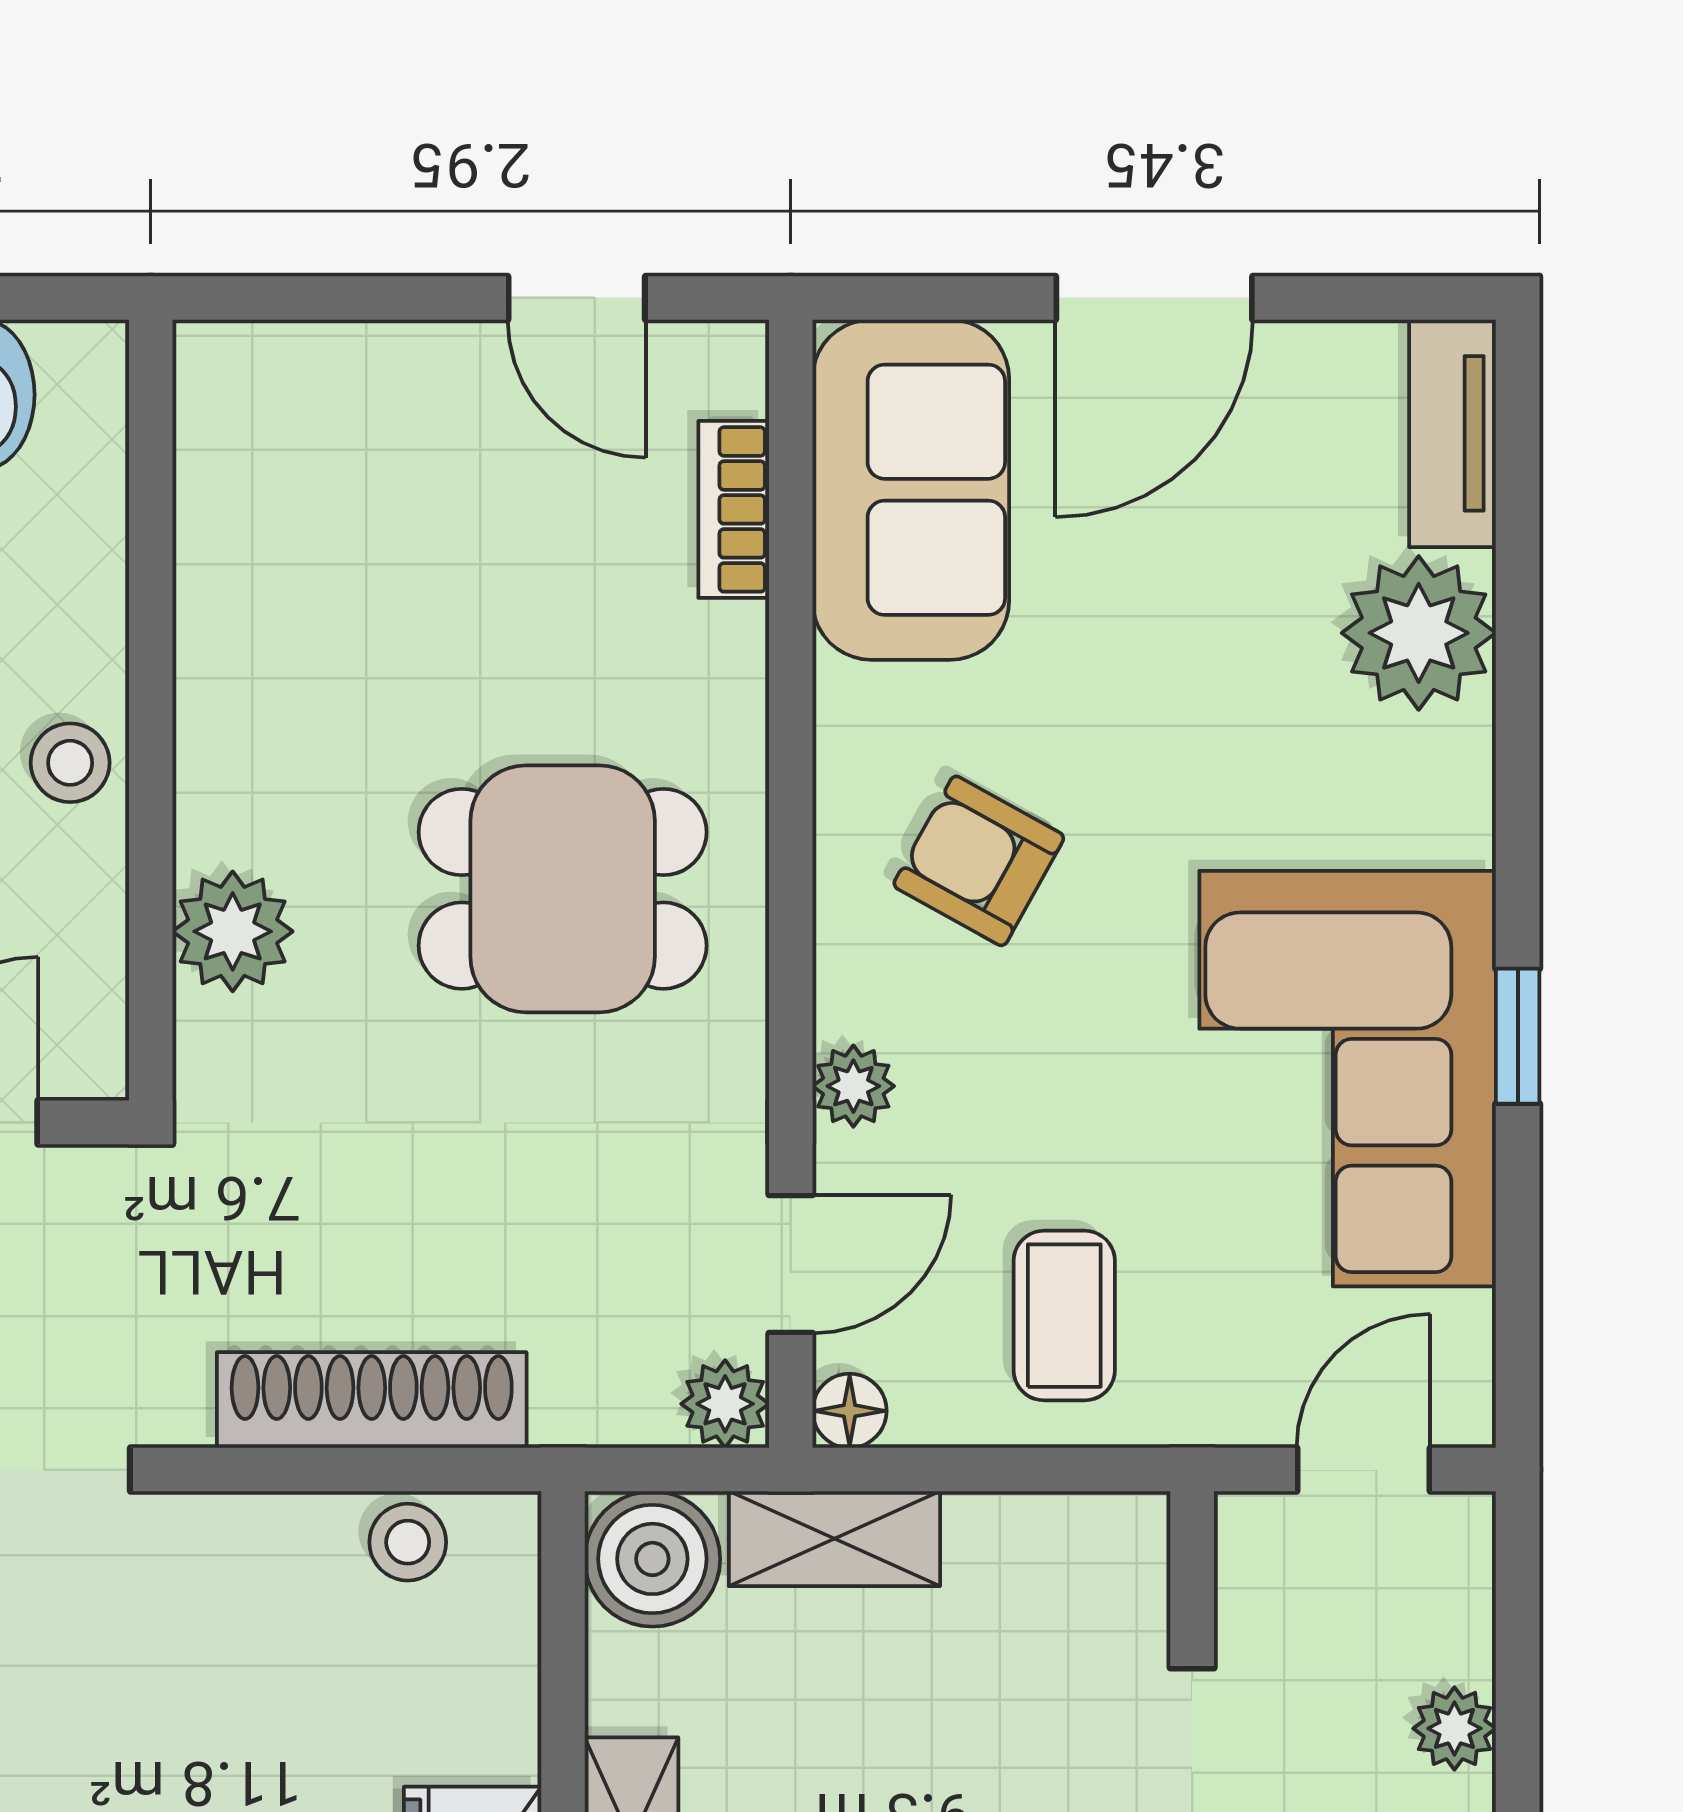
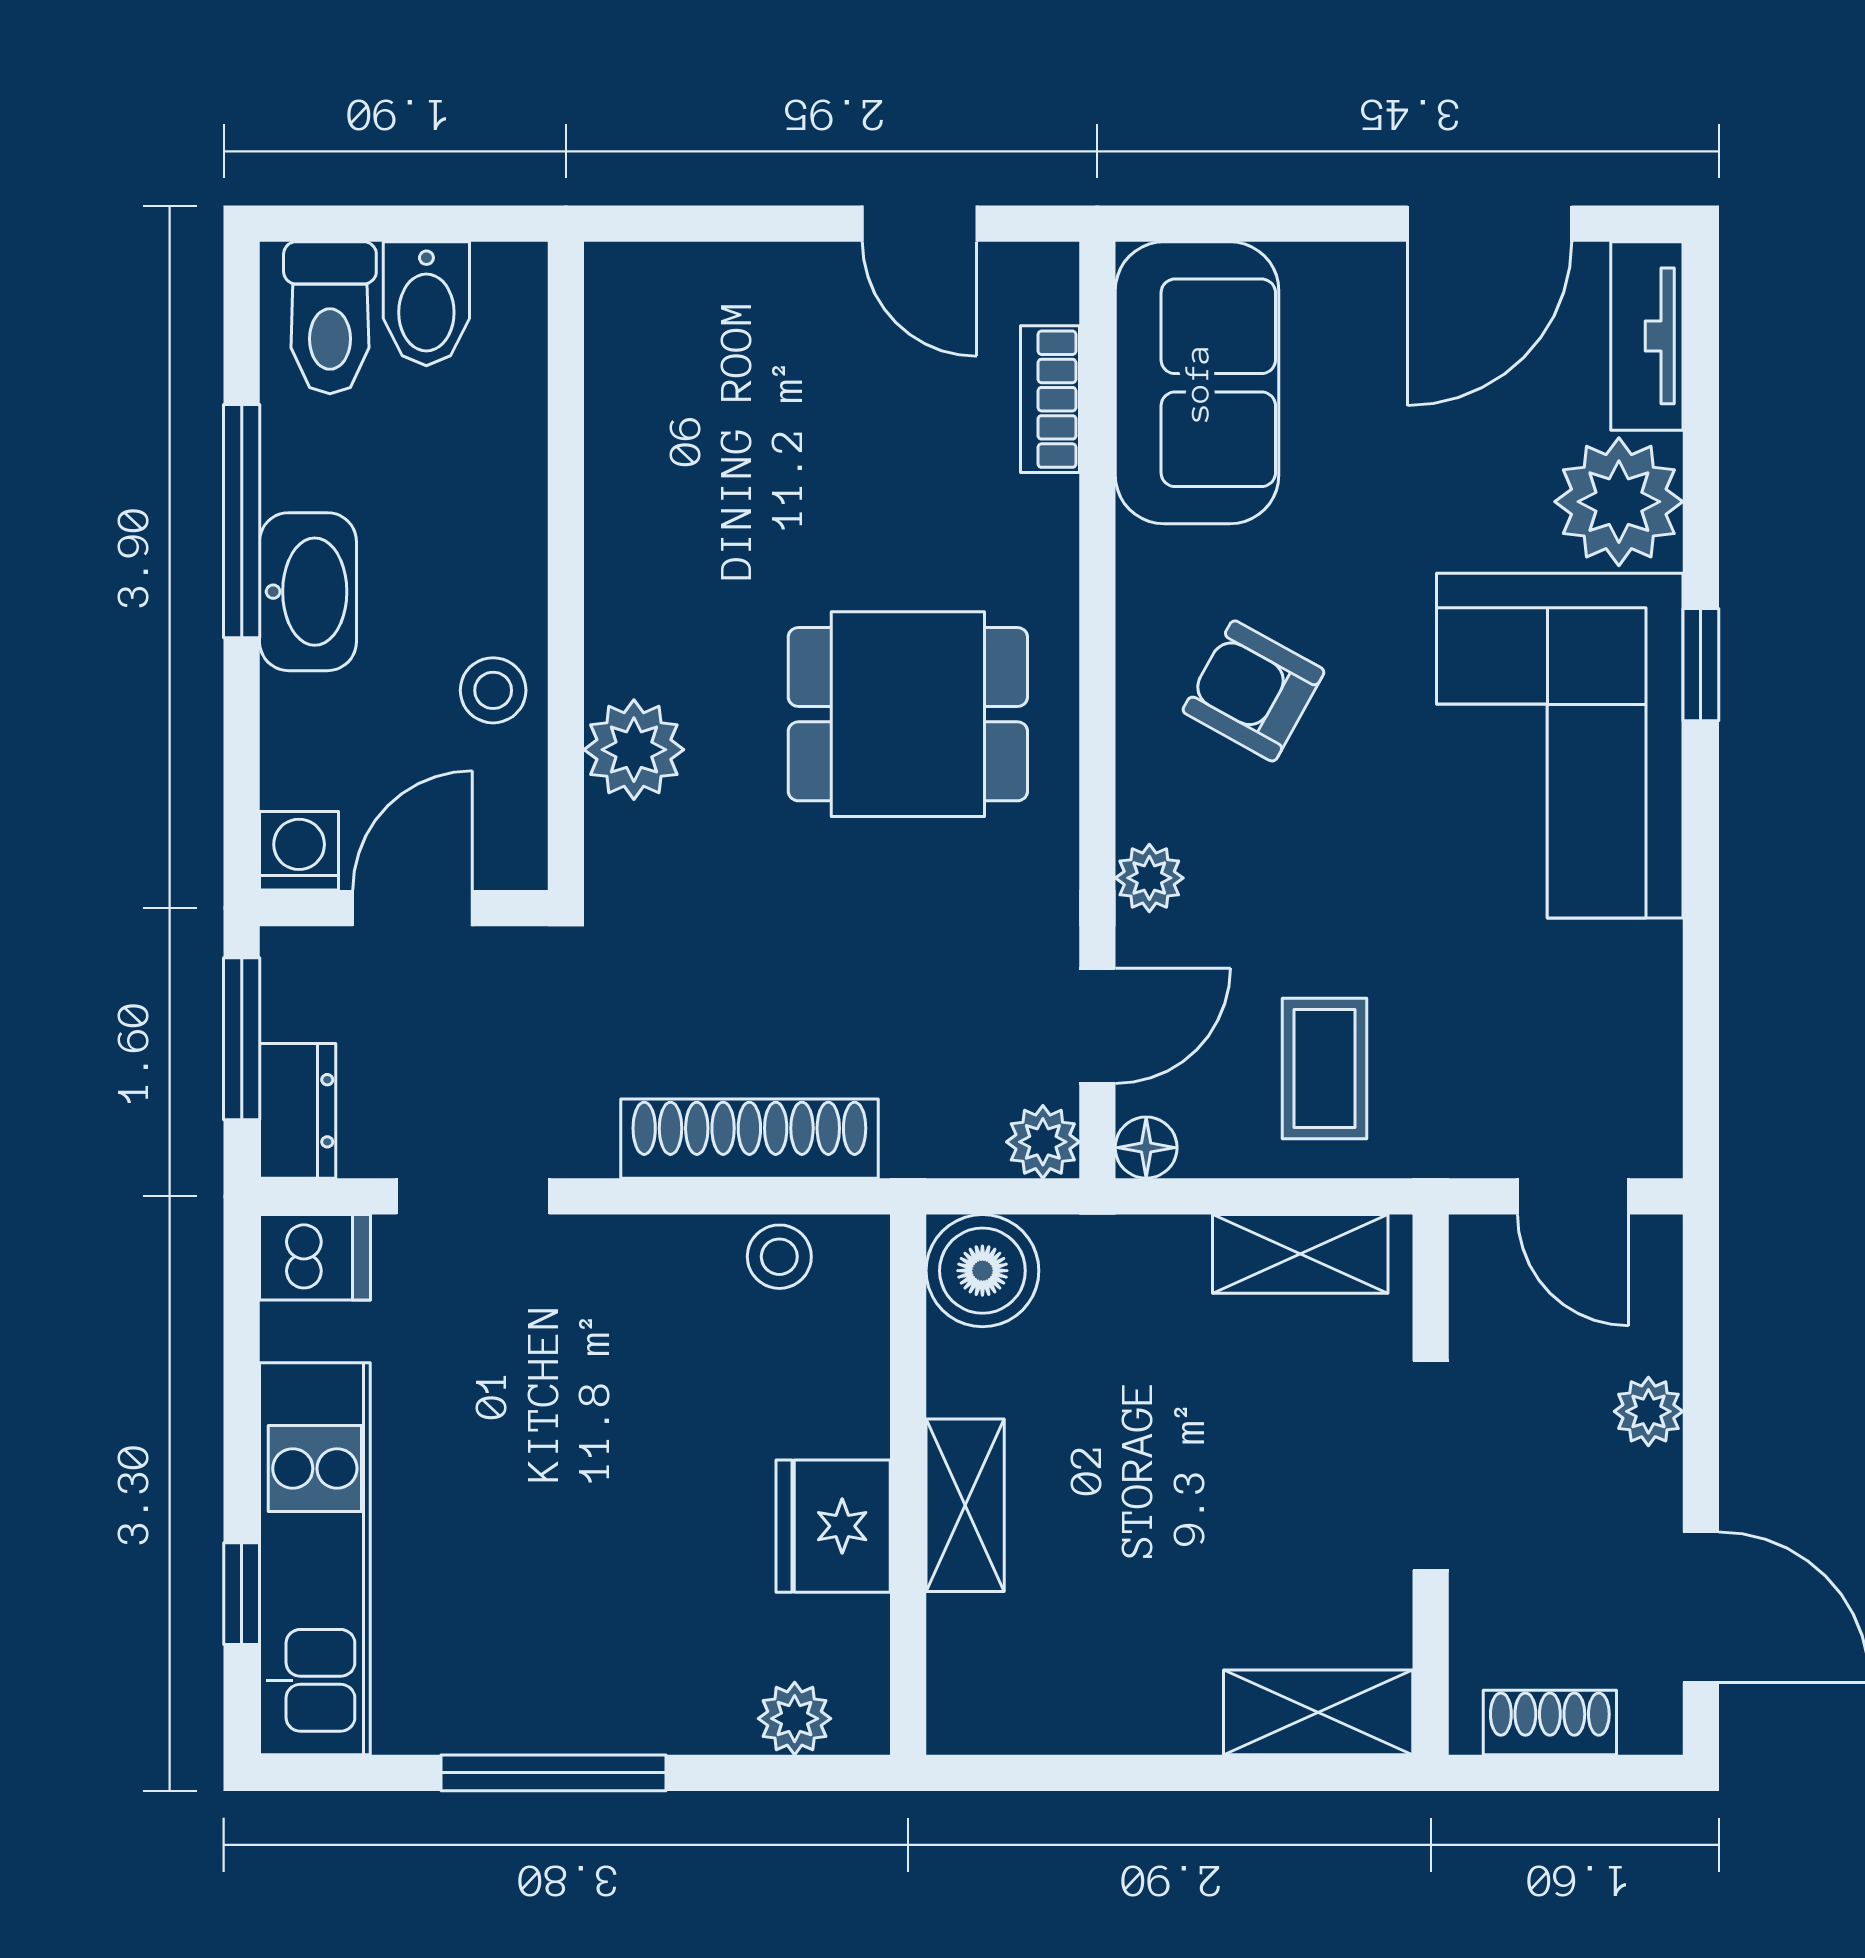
door: (1154, 298) -> (1490, 224), moved
stool: (70, 763) -> (493, 690), moved
window: (1518, 1036) -> (1701, 665), moved
corner sofa: (1348, 1079) -> (1560, 746), moved
door: (1363, 1470) -> (1573, 1196), swing flipped
shelving: (834, 1539) -> (1300, 1254), moved

